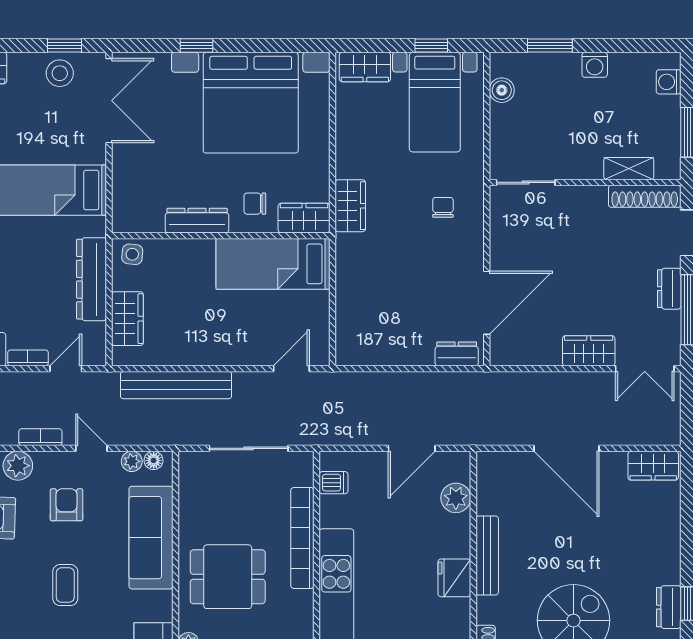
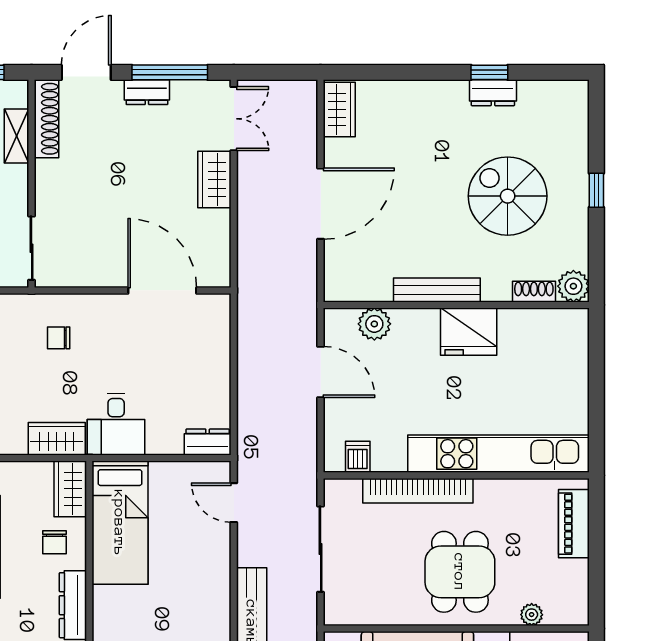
desk: (363, 260) -> (116, 424), added
dresser: (457, 354) -> (208, 442), moved, turned 90
fridge: (454, 578) -> (469, 332), width x1.36, depth x1.34

